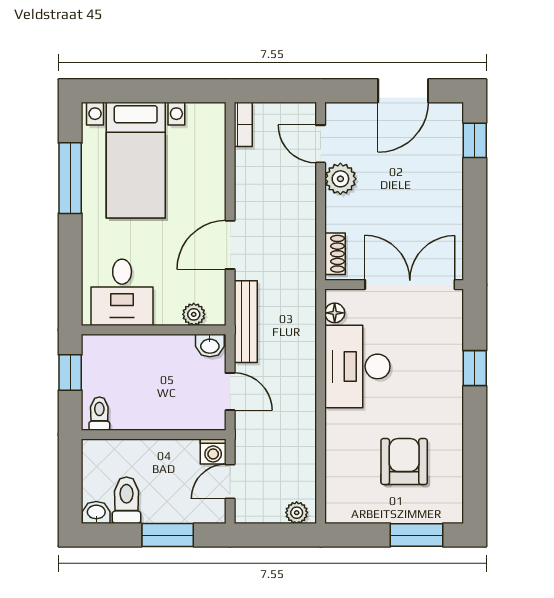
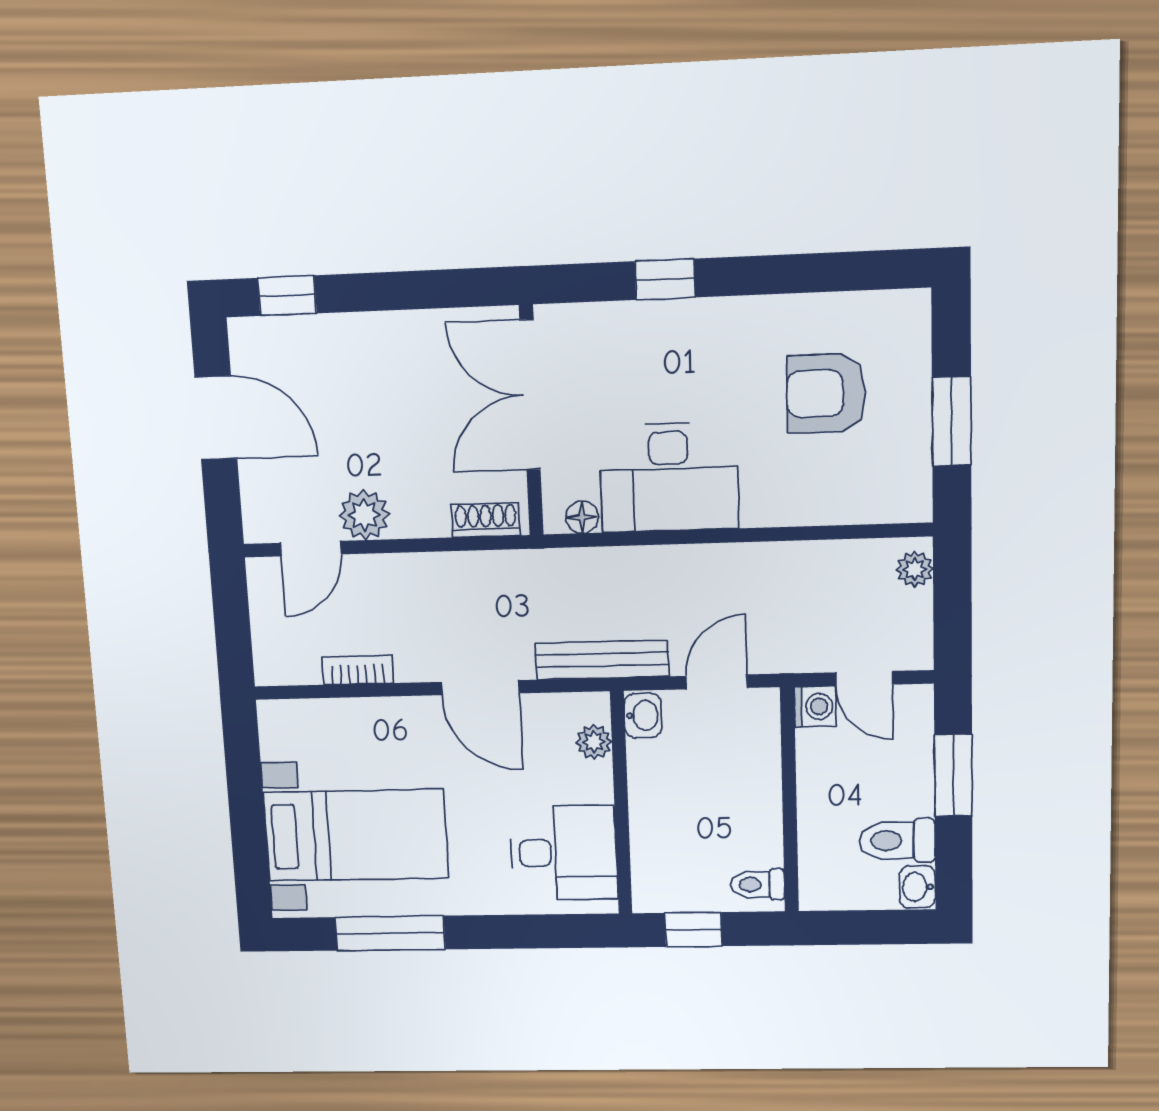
bookcase: (243, 124) -> (358, 670), moved
window: (417, 535) -> (952, 421), moved

